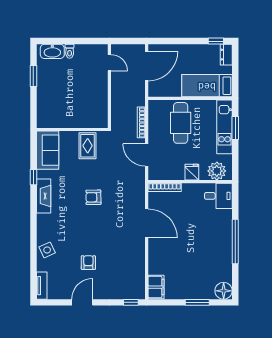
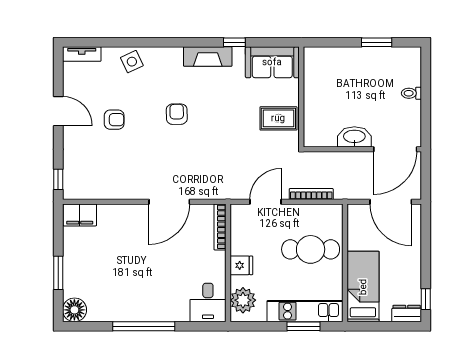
washbasin: (52, 51) -> (354, 137), moved, turned 90
door: (109, 63) -> (395, 149), width x1.87
armchair: (93, 197) -> (177, 114), moved

